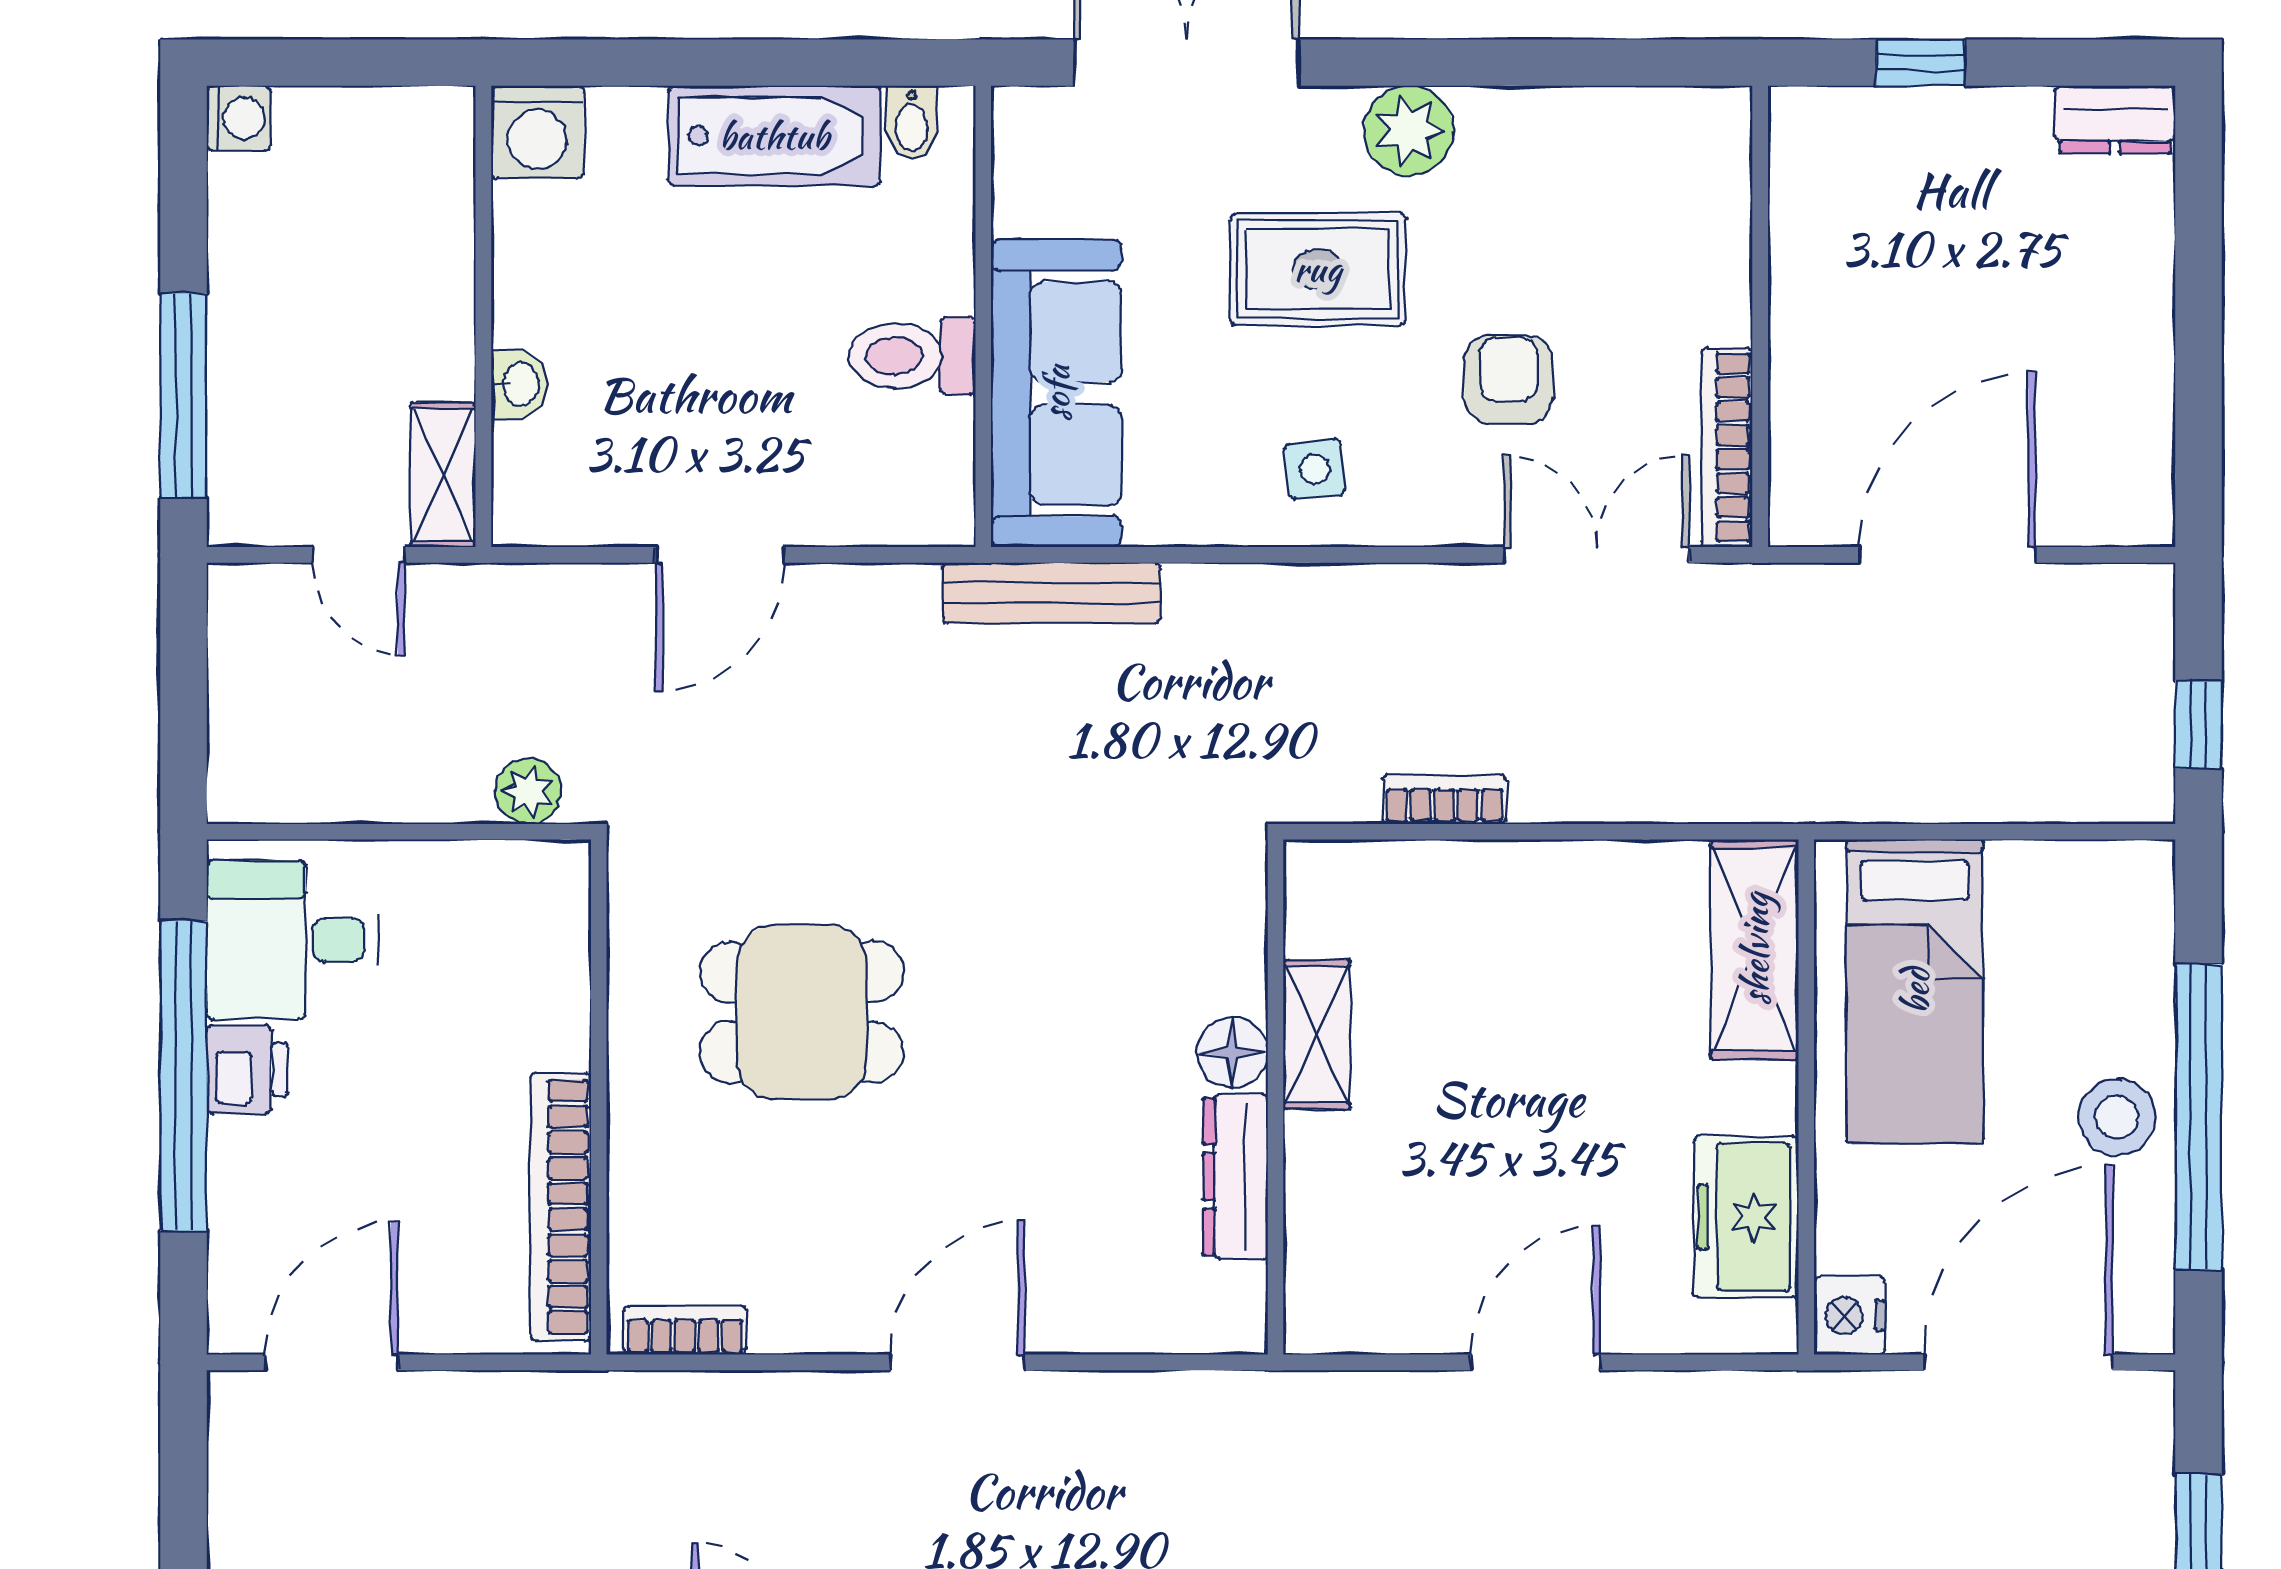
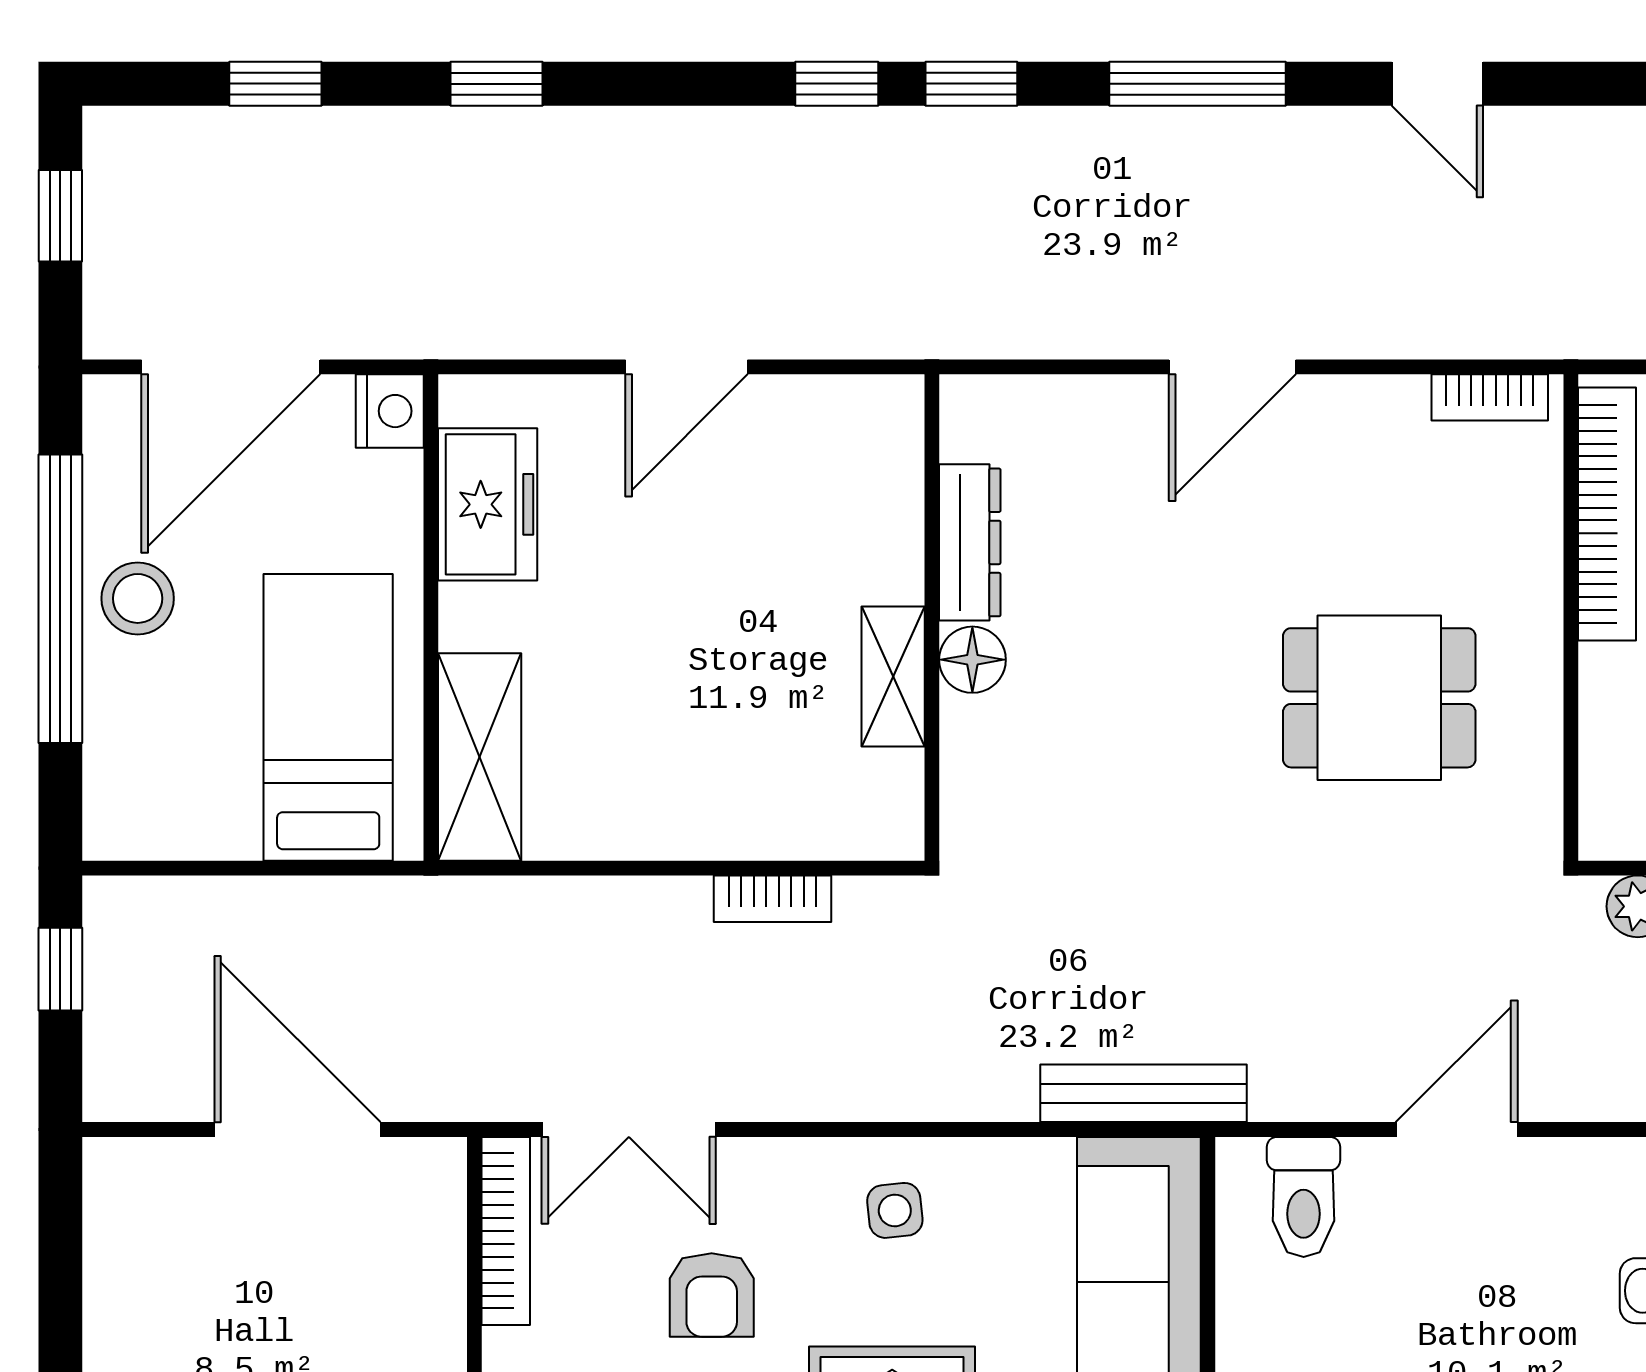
toilet: (912, 356) -> (1304, 1197), moved, turned 90
door: (1947, 555) -> (297, 1130), swing flipped

